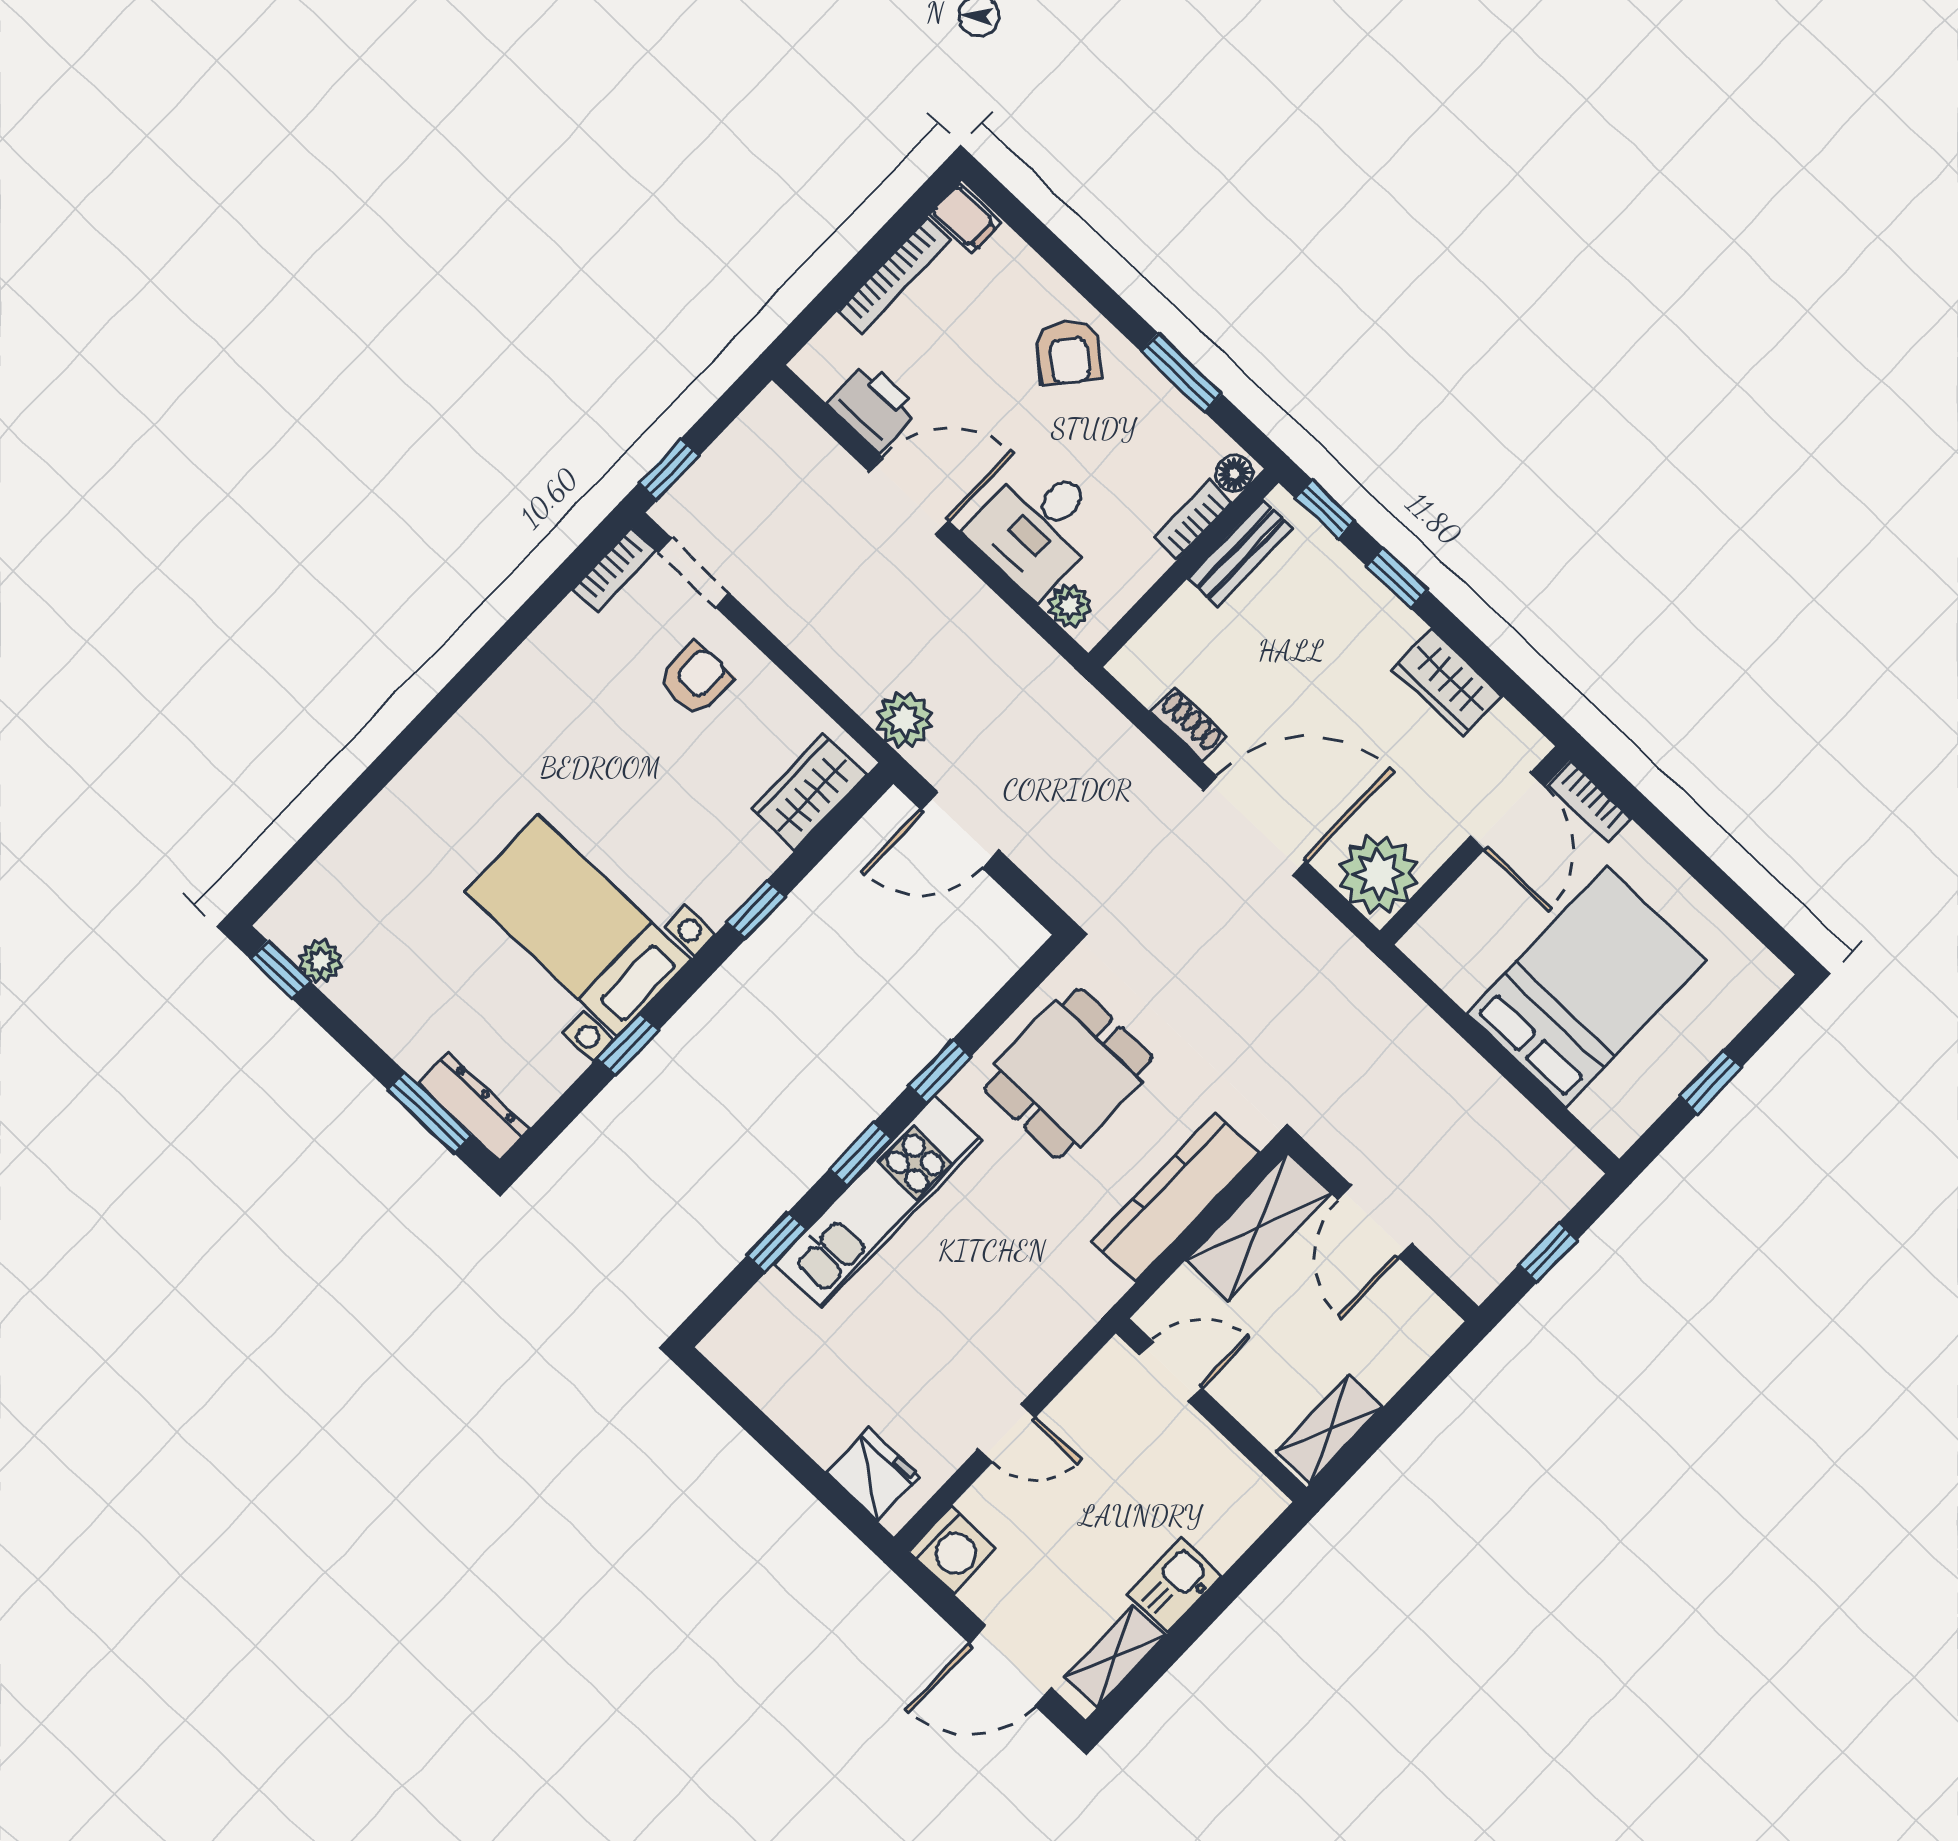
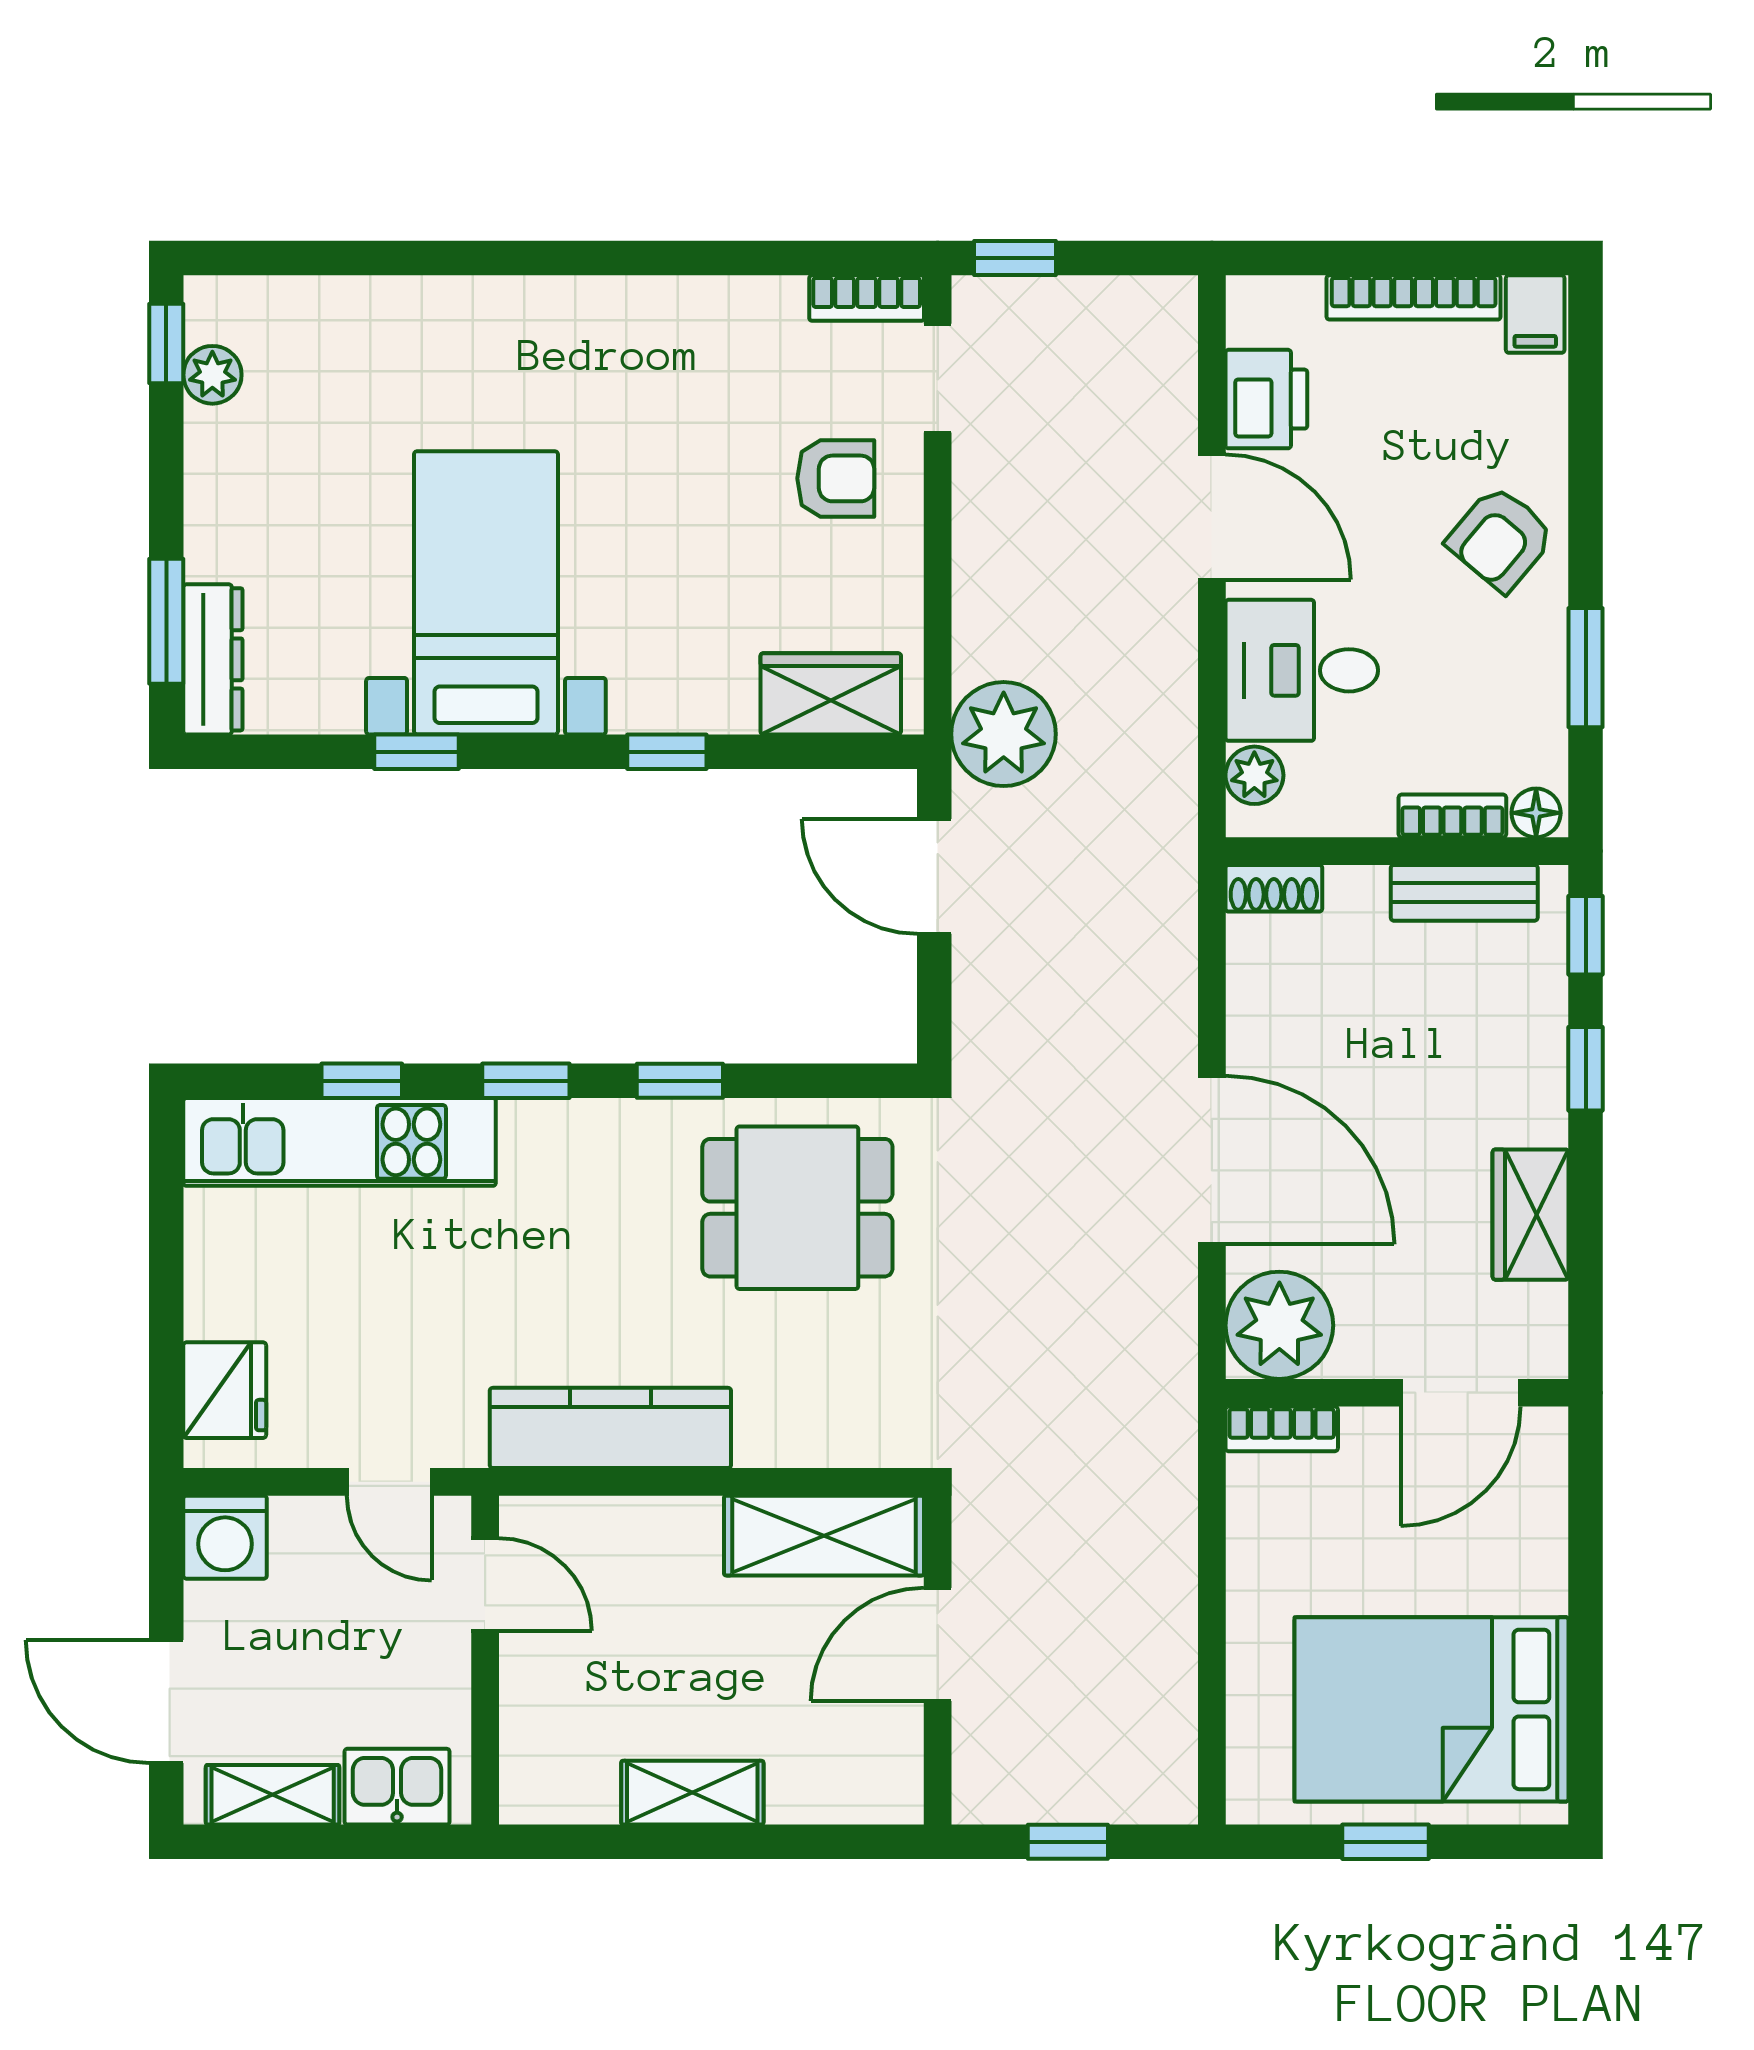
plant: (904, 720) -> (1004, 734), width x1.36, depth x1.36
shoe rack: (1188, 724) -> (1274, 888), moved, turned 90
bookcase: (1590, 802) -> (1282, 1429), moved, turned -90
bed: (1586, 987) -> (1432, 1709), moved, turned 180
kitchen counter: (1176, 1198) -> (610, 1428), moved
kitchen unit: (878, 1202) -> (340, 1142), moved
door: (1171, 1371) -> (485, 1584), moved
wall: (1211, 1410) -> (485, 1660), moved

